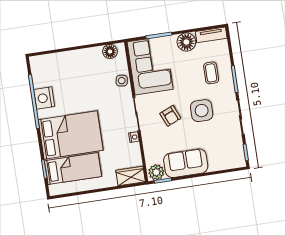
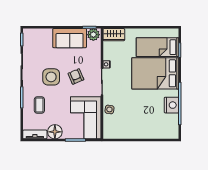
floor lamp: (110, 52) -> (115, 133), removed

